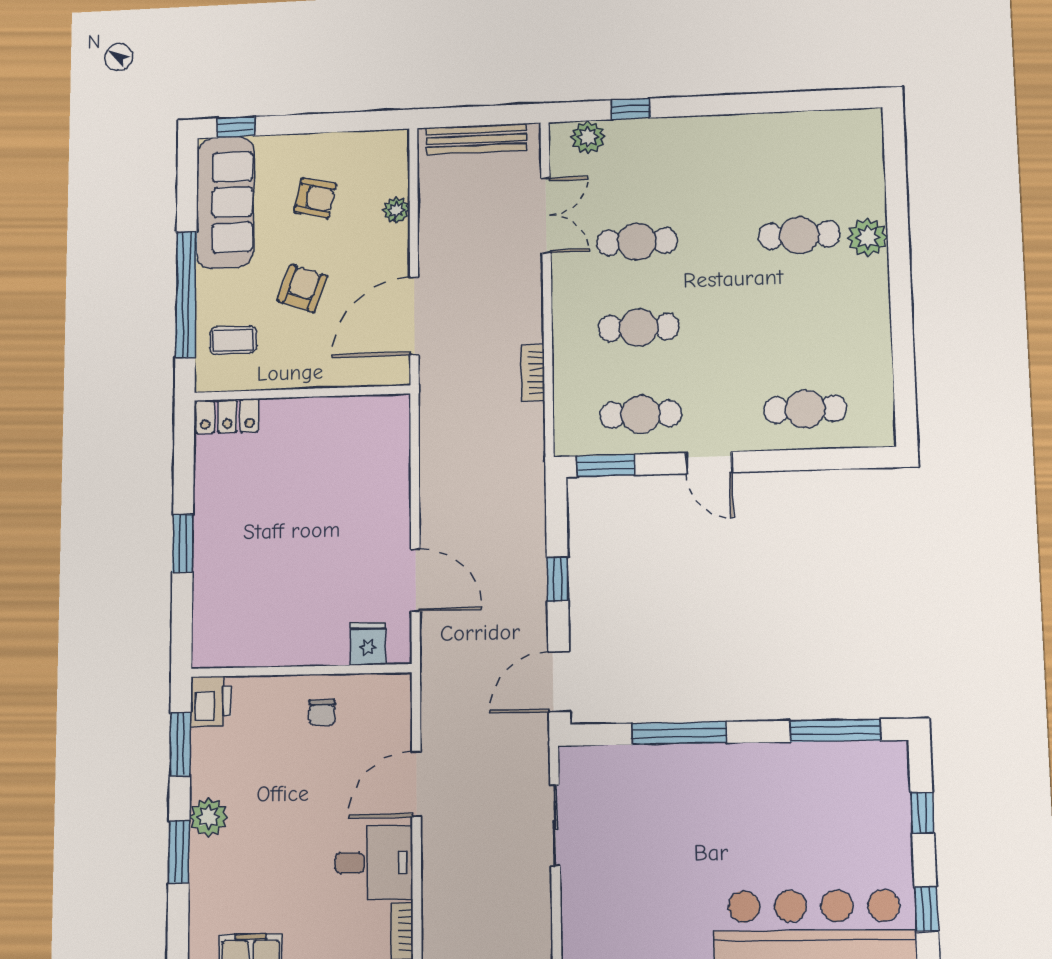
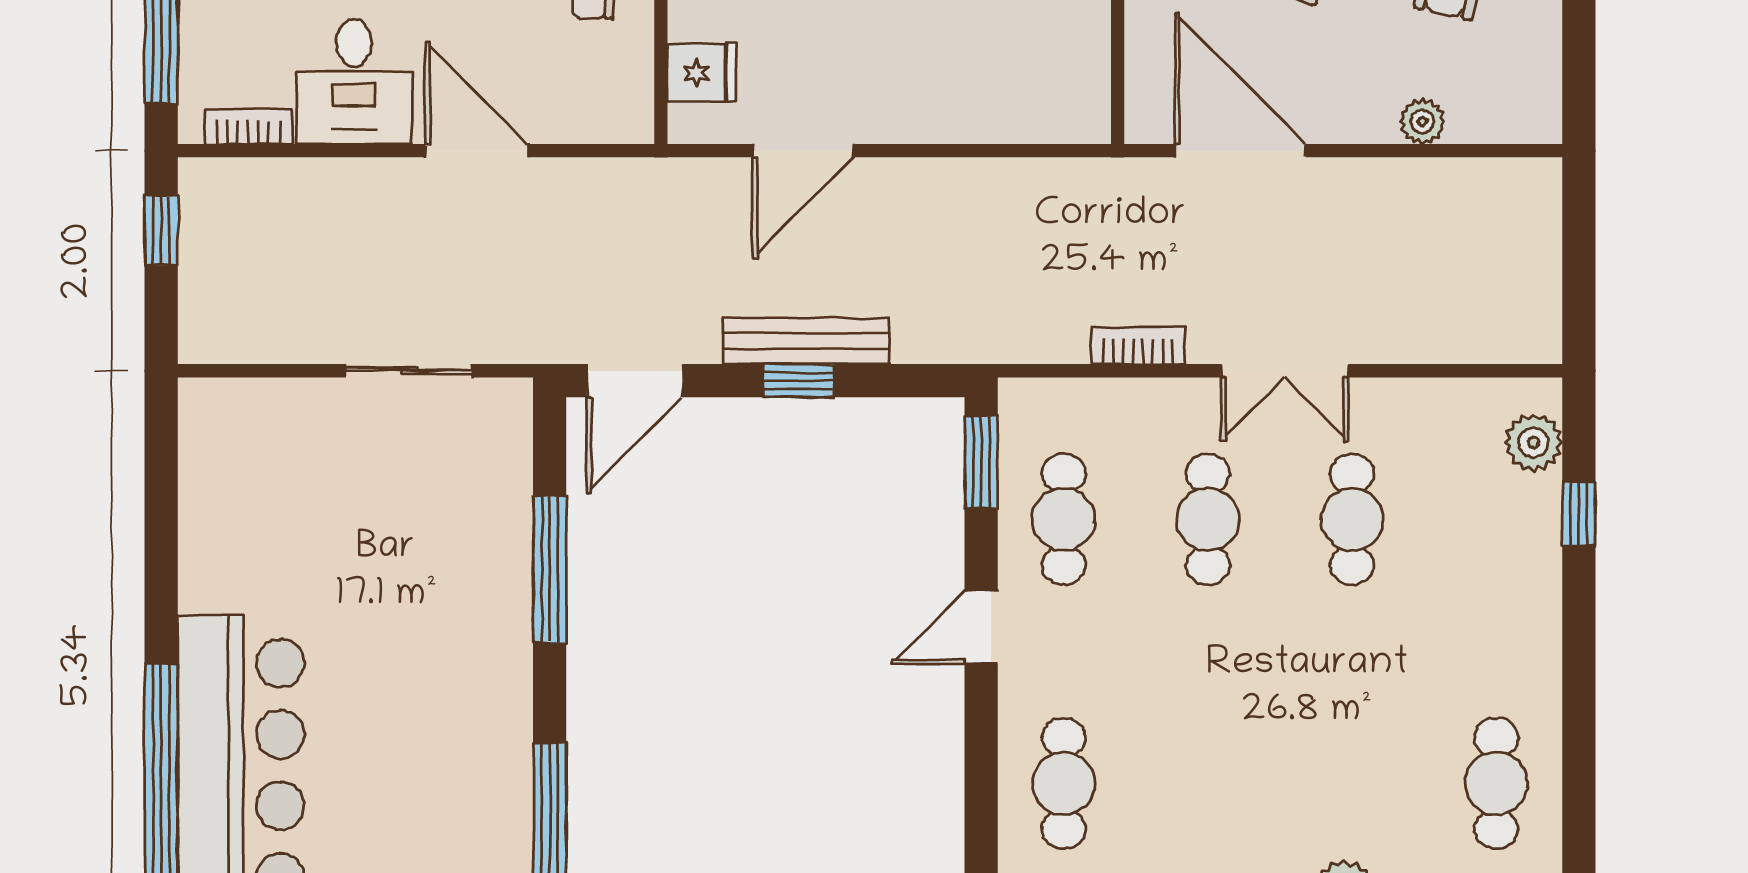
bench: (476, 139) -> (806, 341), moved, turned 90
double door: (546, 215) -> (1285, 371), moved
cafe table: (799, 235) -> (1496, 783), moved
door: (559, 682) -> (635, 381), swing flipped

